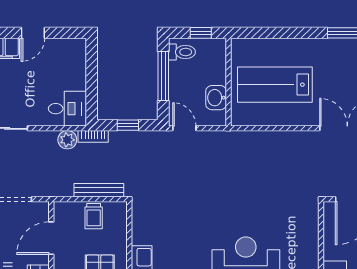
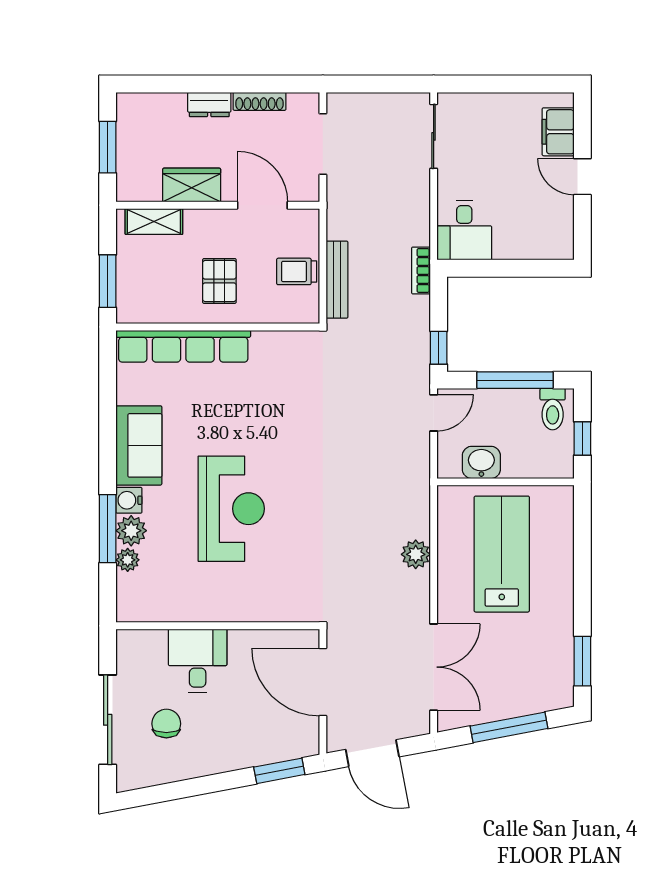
window: (128, 125) -> (439, 348), moved
plant: (67, 140) -> (416, 554), moved

